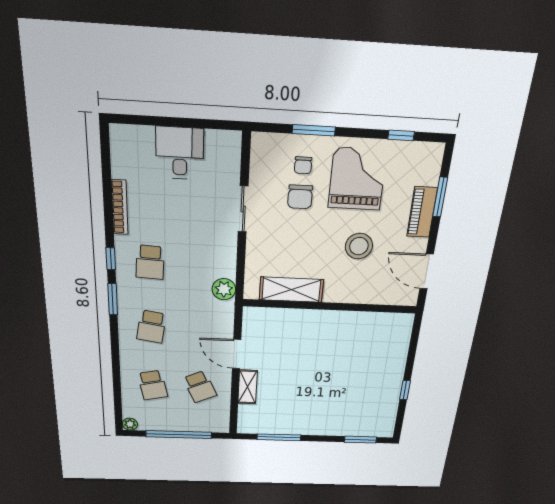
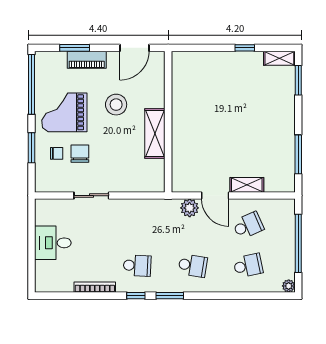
window: (401, 135) -> (32, 84), width x3.17
chair: (300, 197) -> (80, 154), turned -90
plant: (224, 289) -> (190, 208), moved
shelving: (291, 290) -> (155, 134), moved
door: (237, 354) -> (215, 196), hinge flipped
shelving: (388, 423) -> (279, 58), added

